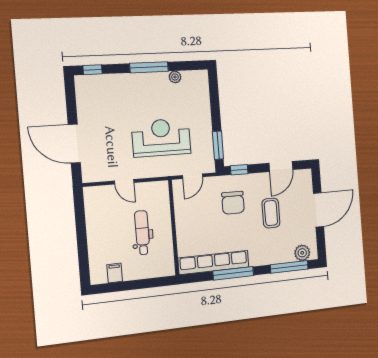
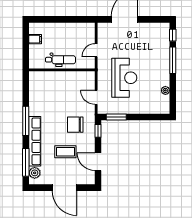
window: (149, 67) -> (173, 60), moved
wall: (174, 228) -> (62, 70), moved
row of seats: (214, 263) -> (35, 141), moved

